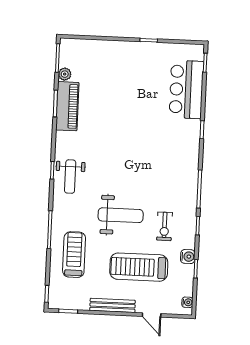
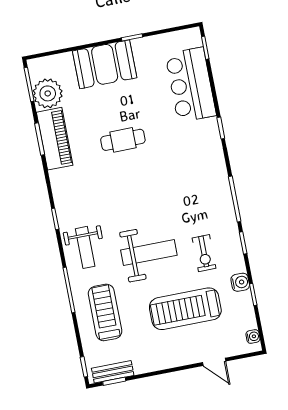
booth: (122, 57) -> (105, 64), added
plant: (65, 74) -> (48, 93), width x1.88, depth x1.88
cafe table: (122, 120) -> (123, 140), added
weight bench: (70, 177) -> (85, 247), moved
bench: (113, 305) -> (113, 372), moved, width x0.73

